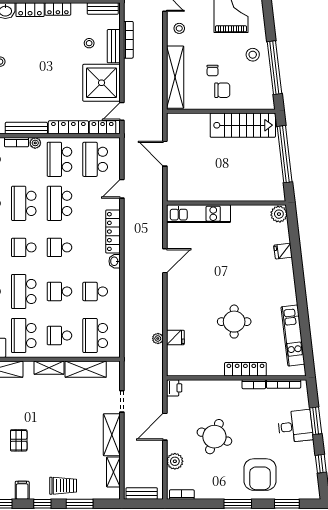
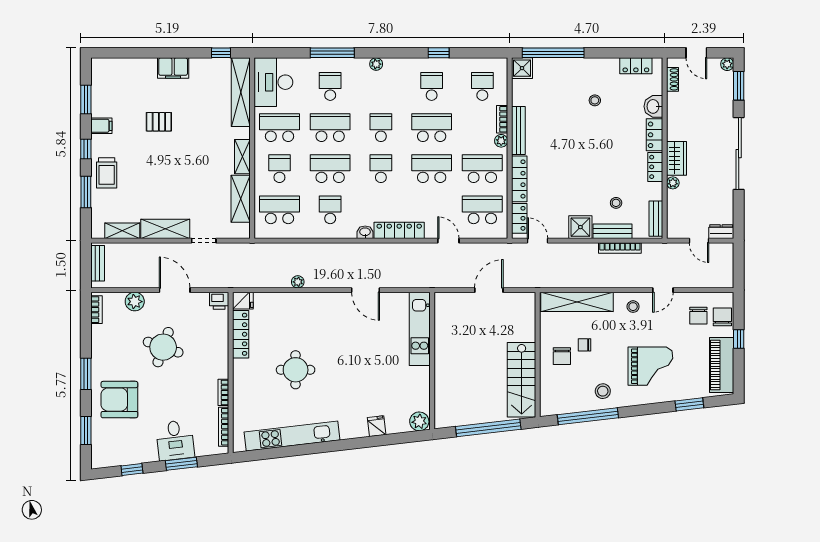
shower: (102, 83) -> (580, 227), width x0.54, depth x0.54
school desk: (59, 291) -> (330, 169), width x1.85
kitchen unit: (293, 335) -> (292, 436), width x1.36
fridge: (175, 337) -> (243, 301), moved, turned -90
plant: (158, 338) -> (298, 282), moved
locker: (245, 369) -> (241, 334), moved

